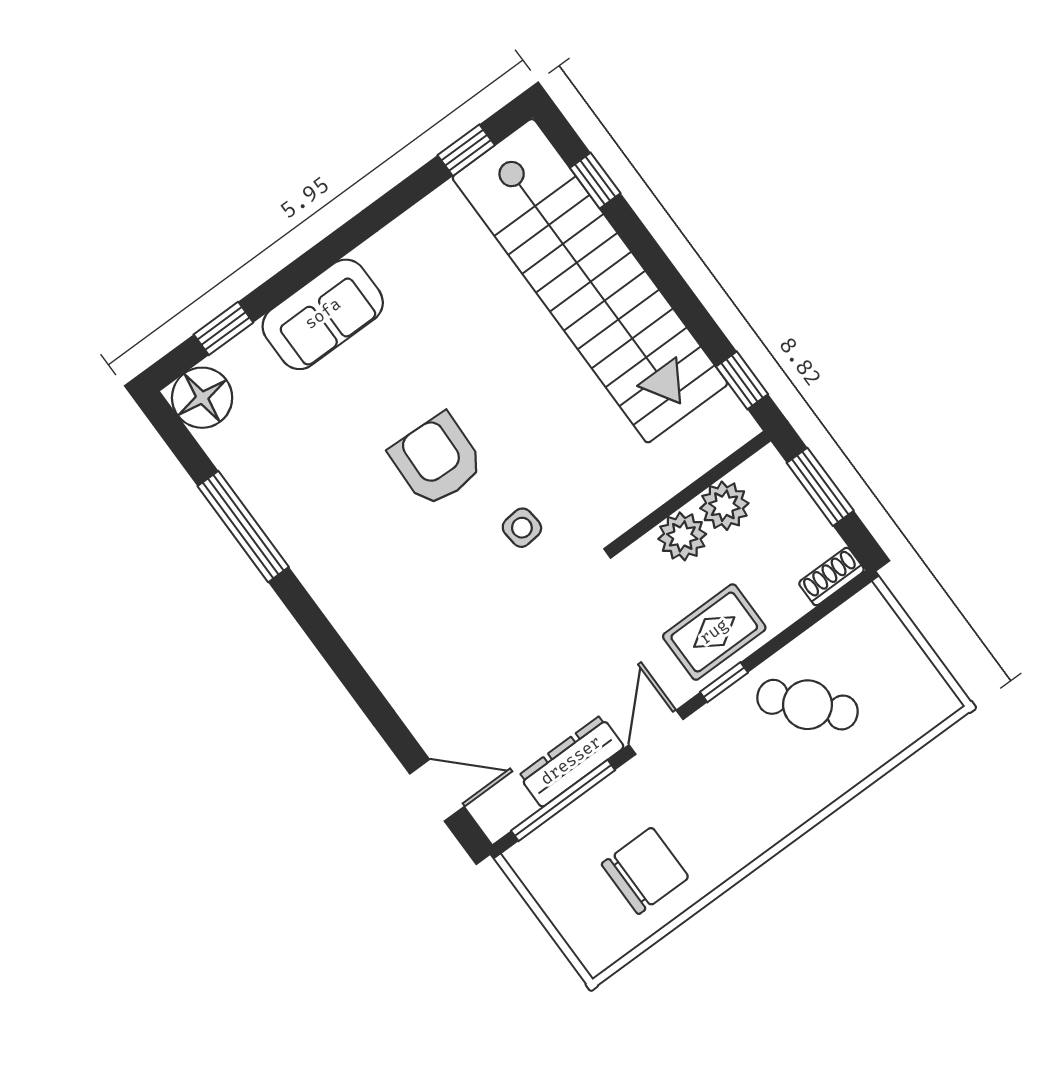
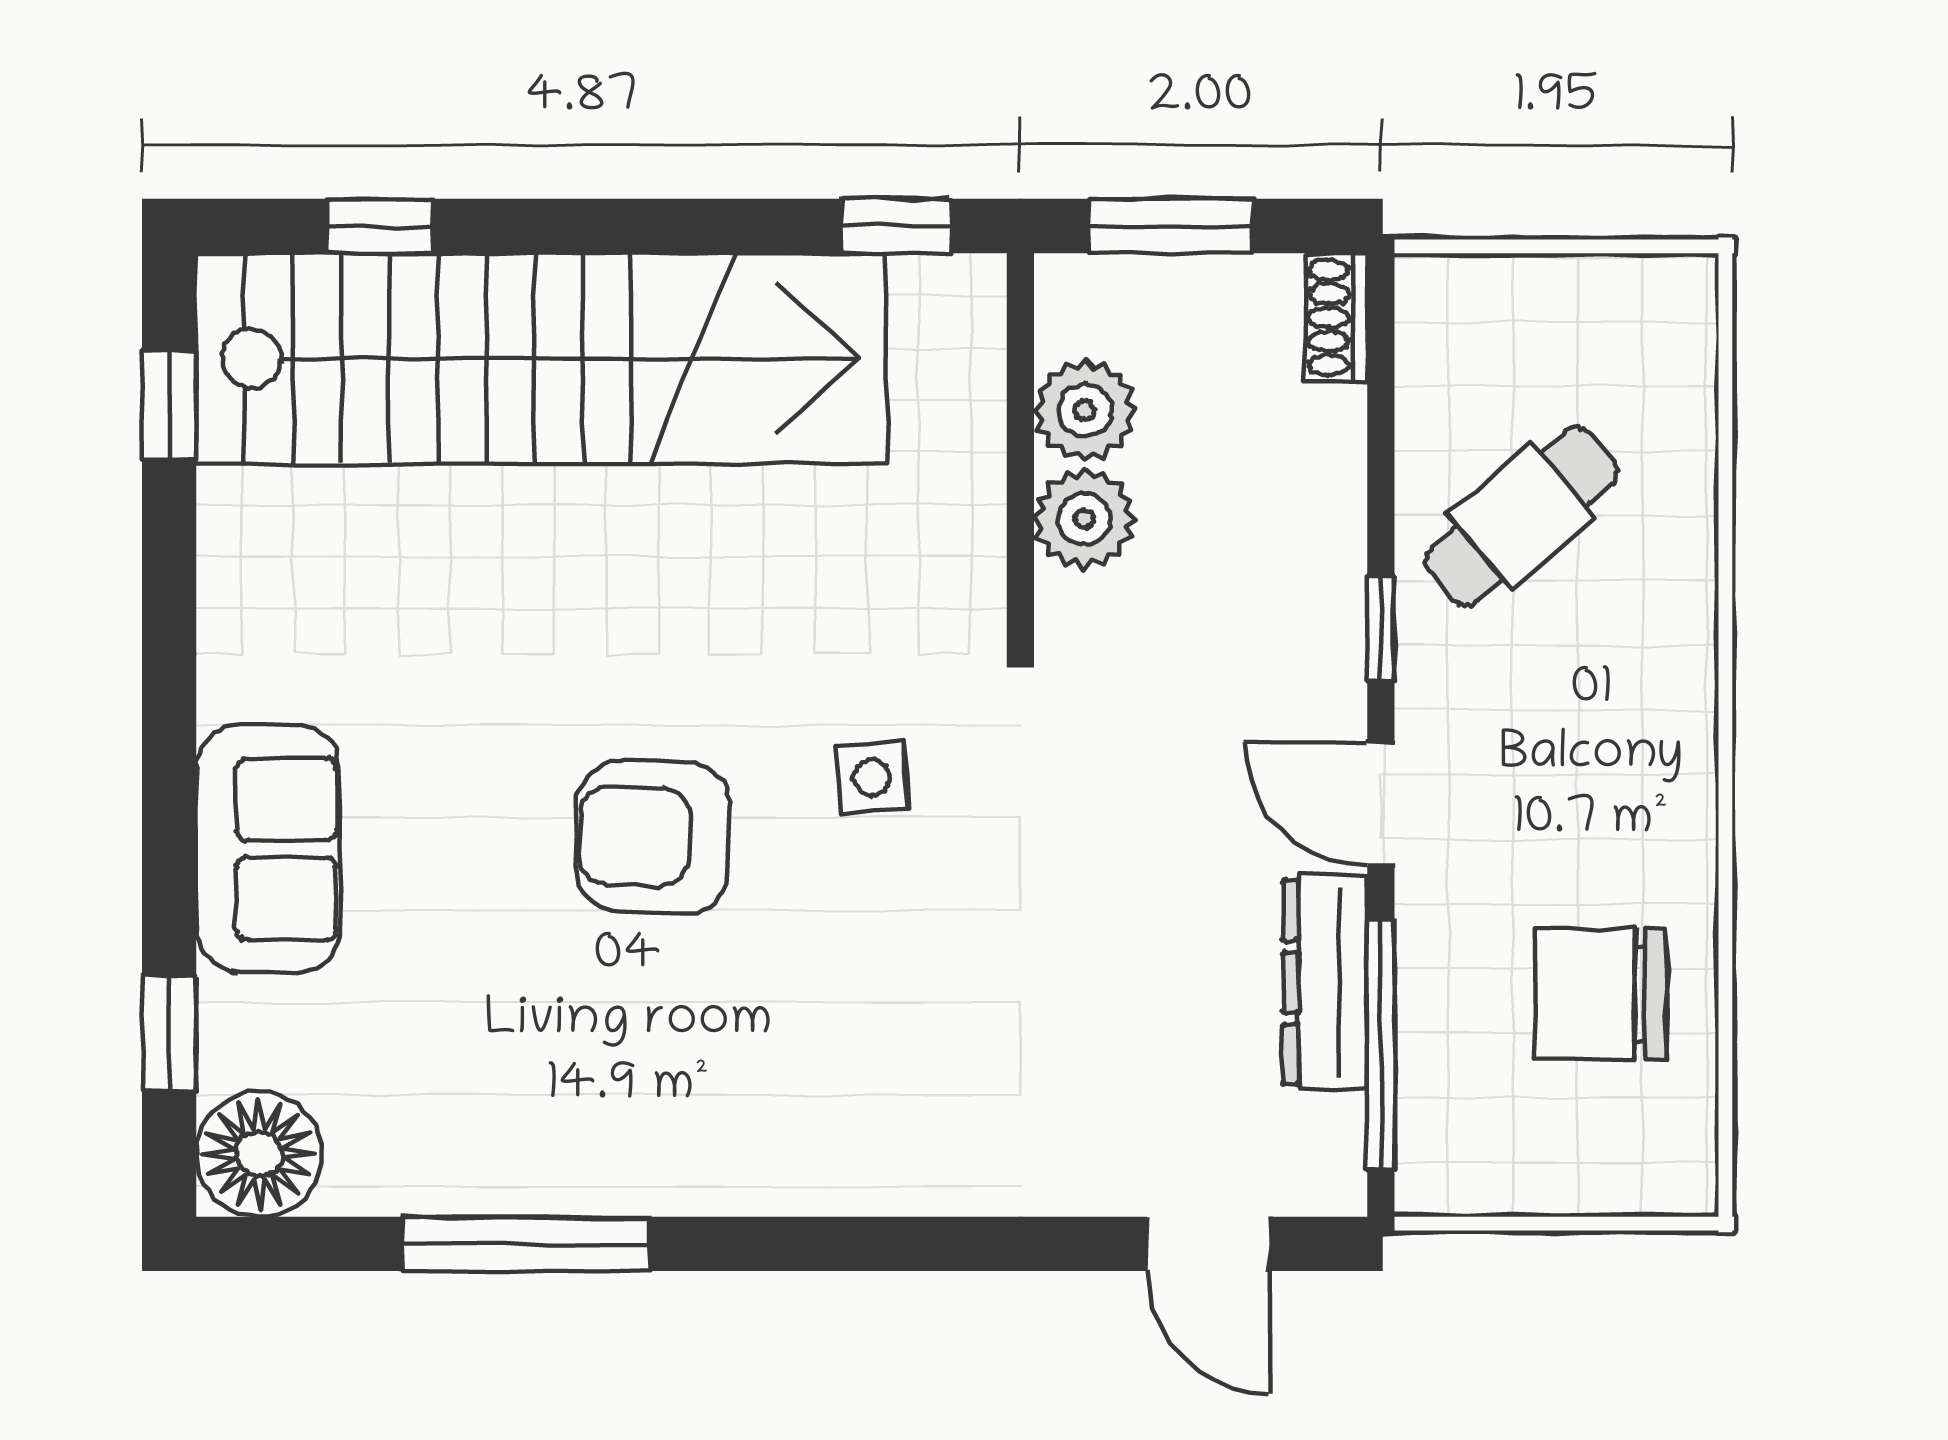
rug: (714, 632) -> (1285, 583), removed
door: (437, 790) -> (1208, 1244), swing flipped
chair: (645, 871) -> (1600, 994), turned -90

